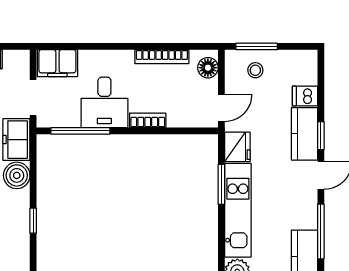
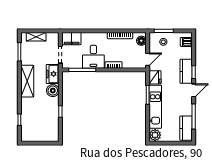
dishwasher: (305, 96) -> (186, 42), moved

